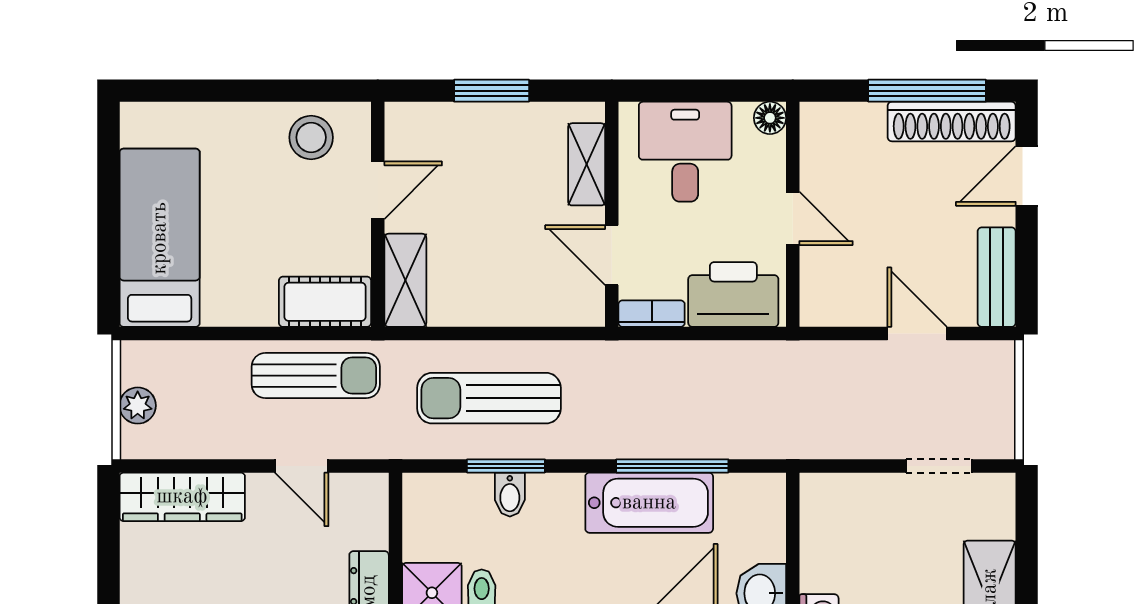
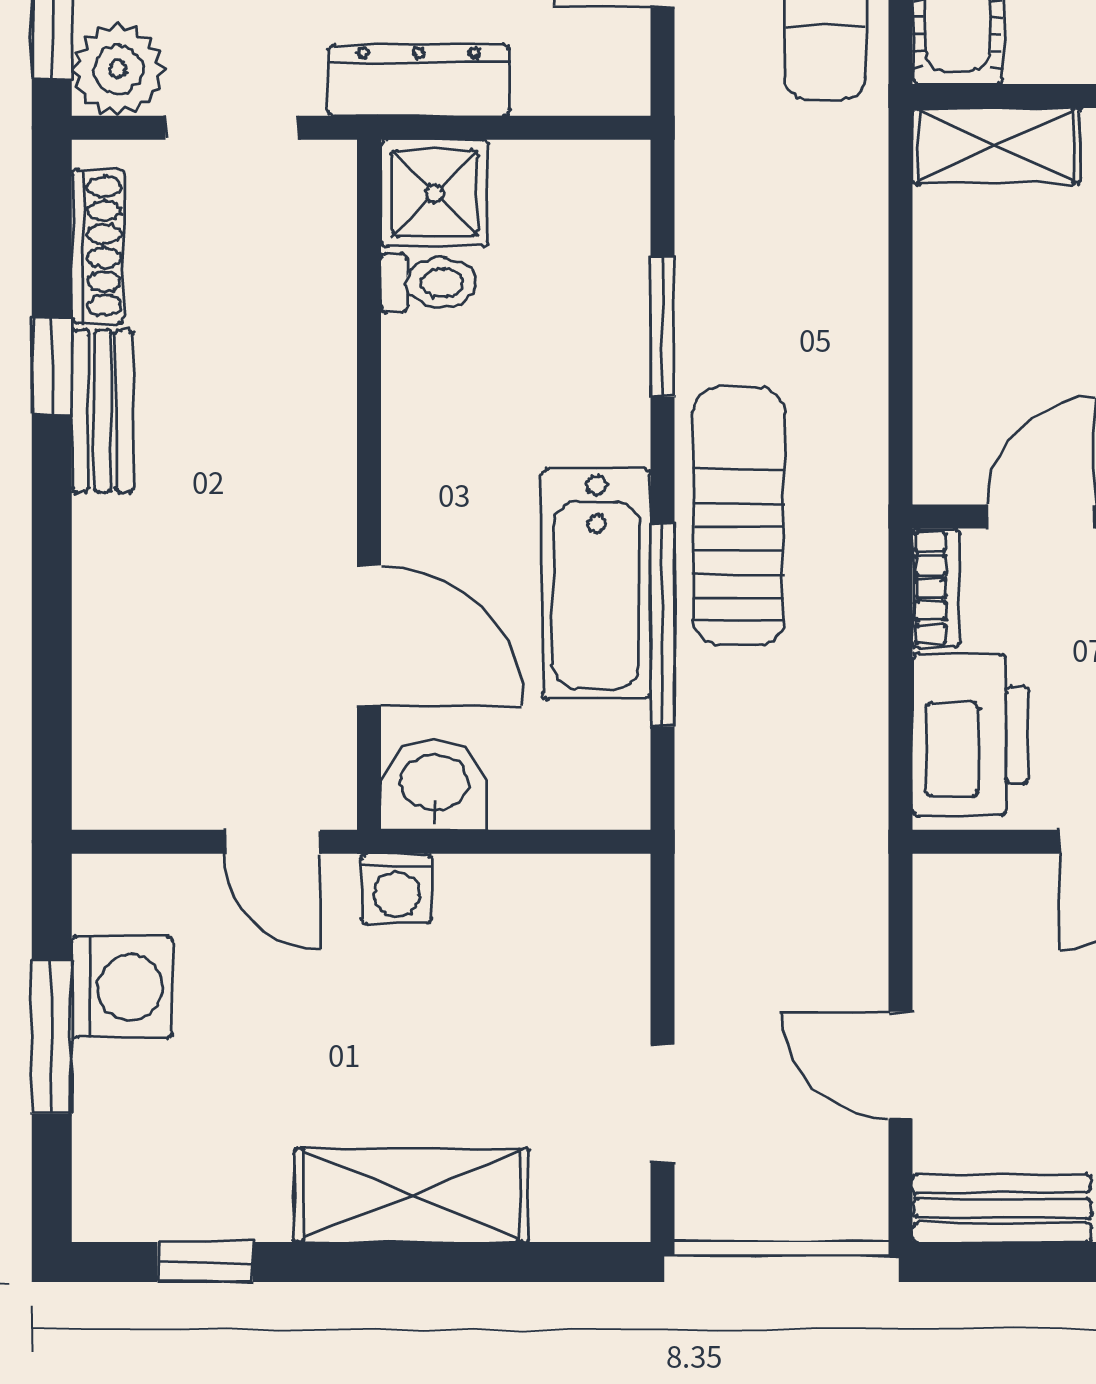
door: (917, 333) -> (901, 1065), swing flipped
sun lounger: (489, 398) -> (738, 516), moved
bidet: (510, 495) -> (611, 333), removed

